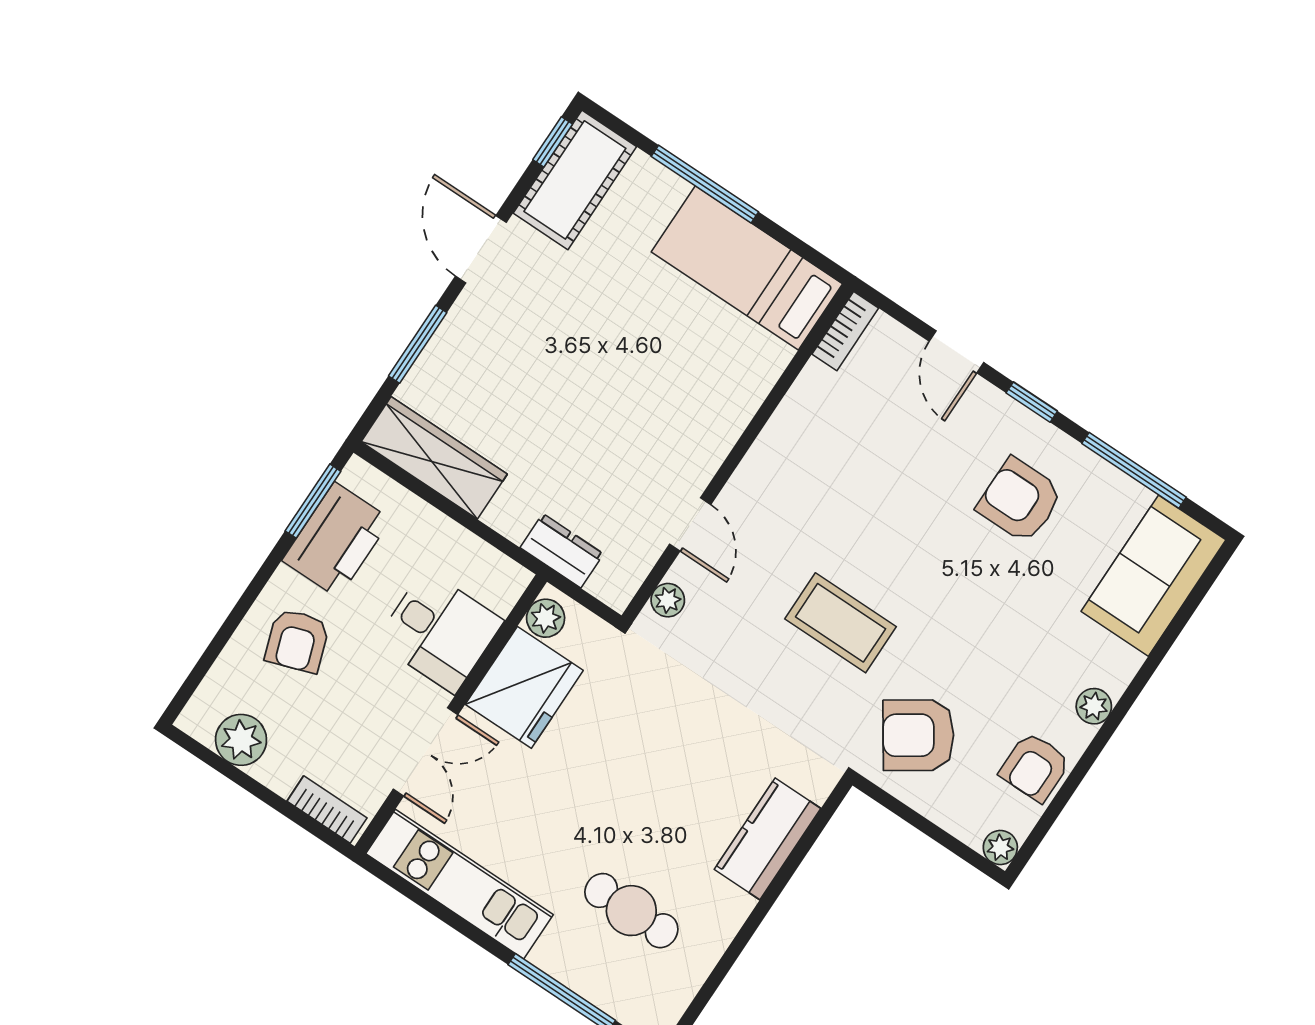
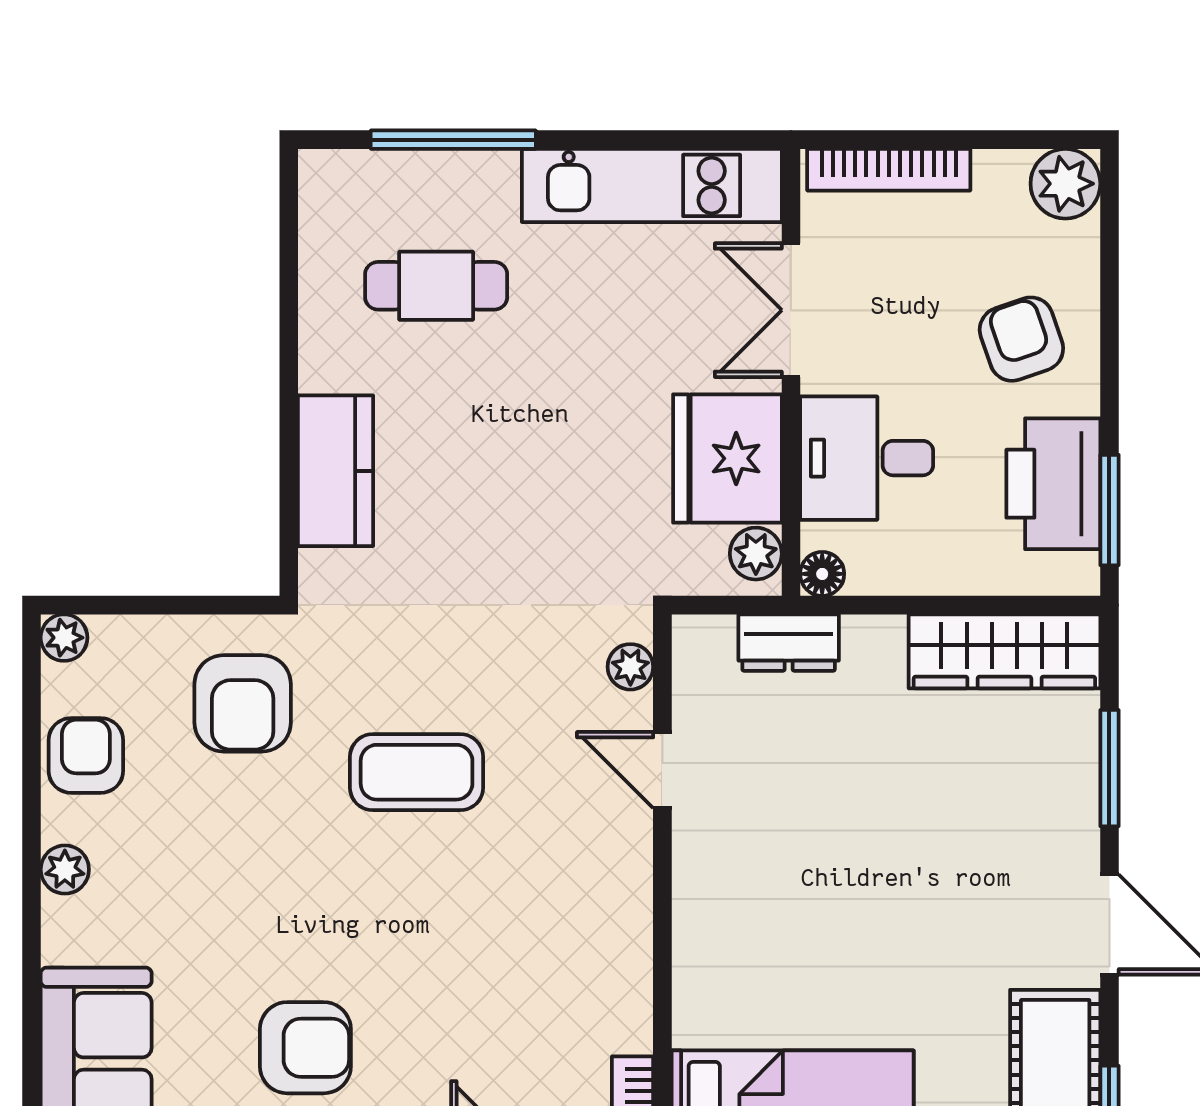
floor lamp: (514, 579) -> (822, 574), added
armchair: (918, 735) -> (243, 703), turned 124
plant: (241, 740) -> (1065, 184), moved
bookcase: (327, 809) -> (889, 170), width x1.56

